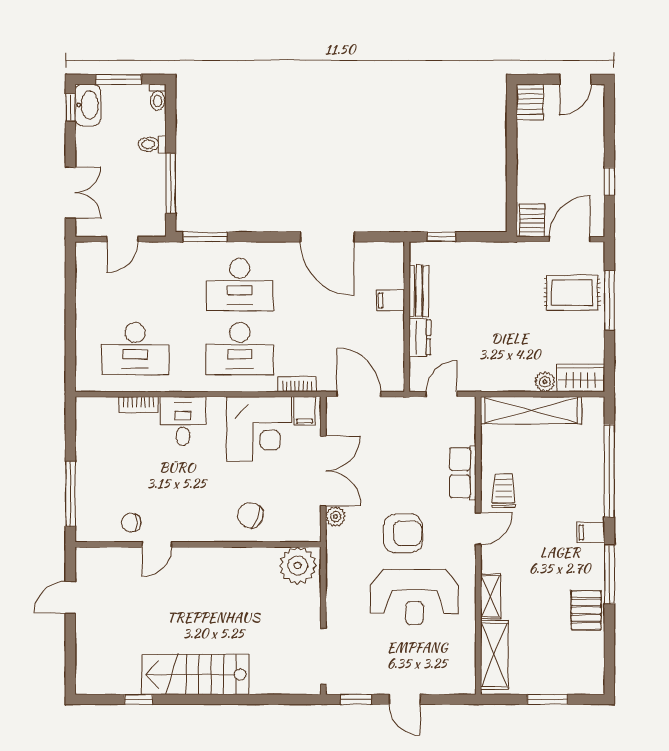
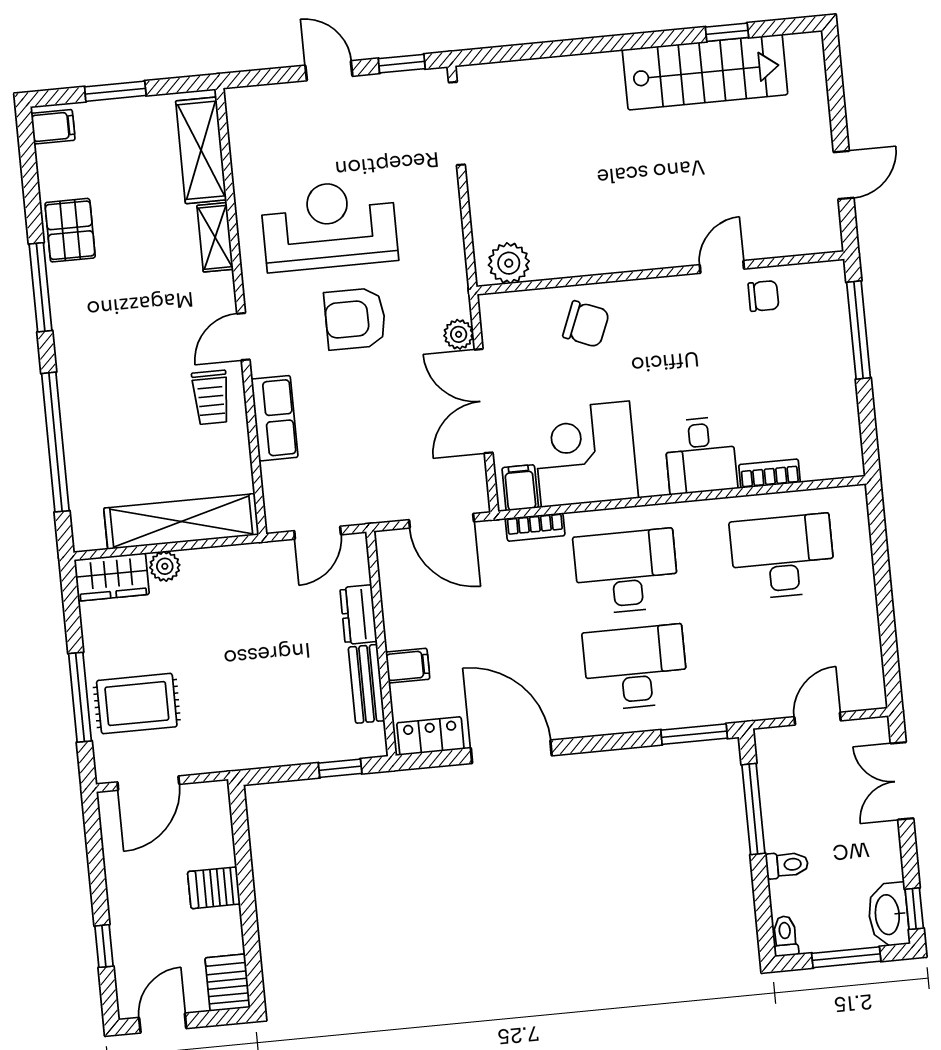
window: (609, 182) -> (104, 946), moved
server rack: (532, 220) -> (214, 888), moved, turned 90
locker: (380, 252) -> (430, 736), added
filing cabinet: (591, 532) -> (53, 127), moved
plant: (298, 565) -> (509, 263), width x0.73, depth x0.73
stairs: (195, 674) -> (705, 72), moved

